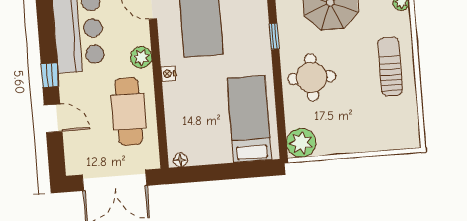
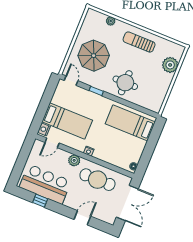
window: (50, 75) -> (40, 201), moved
plant: (301, 143) -> (170, 65), moved

